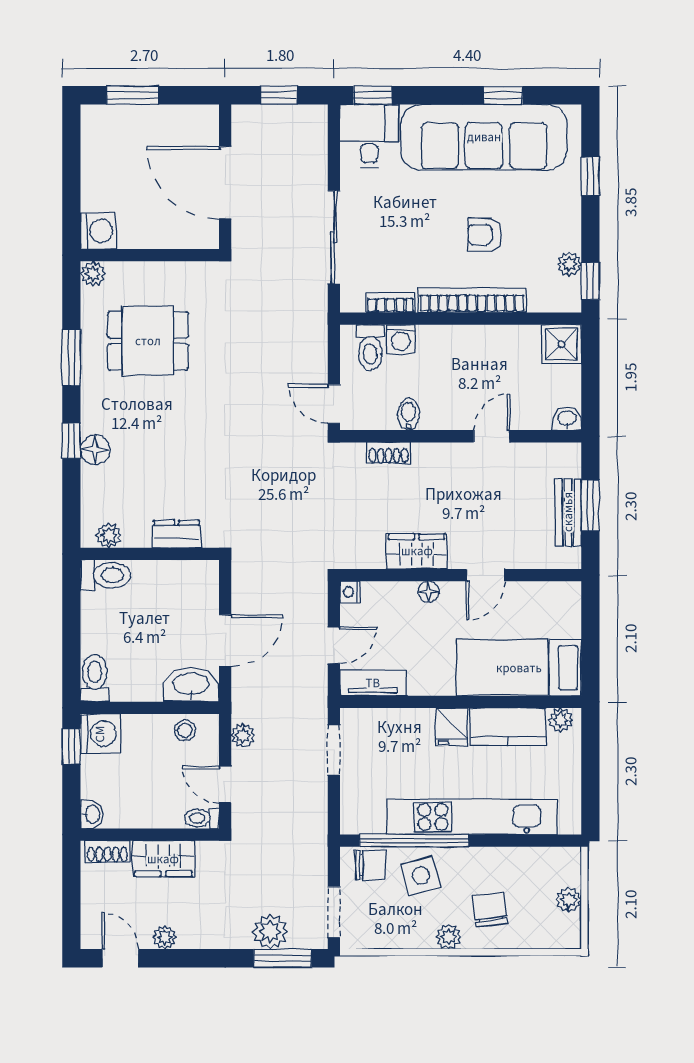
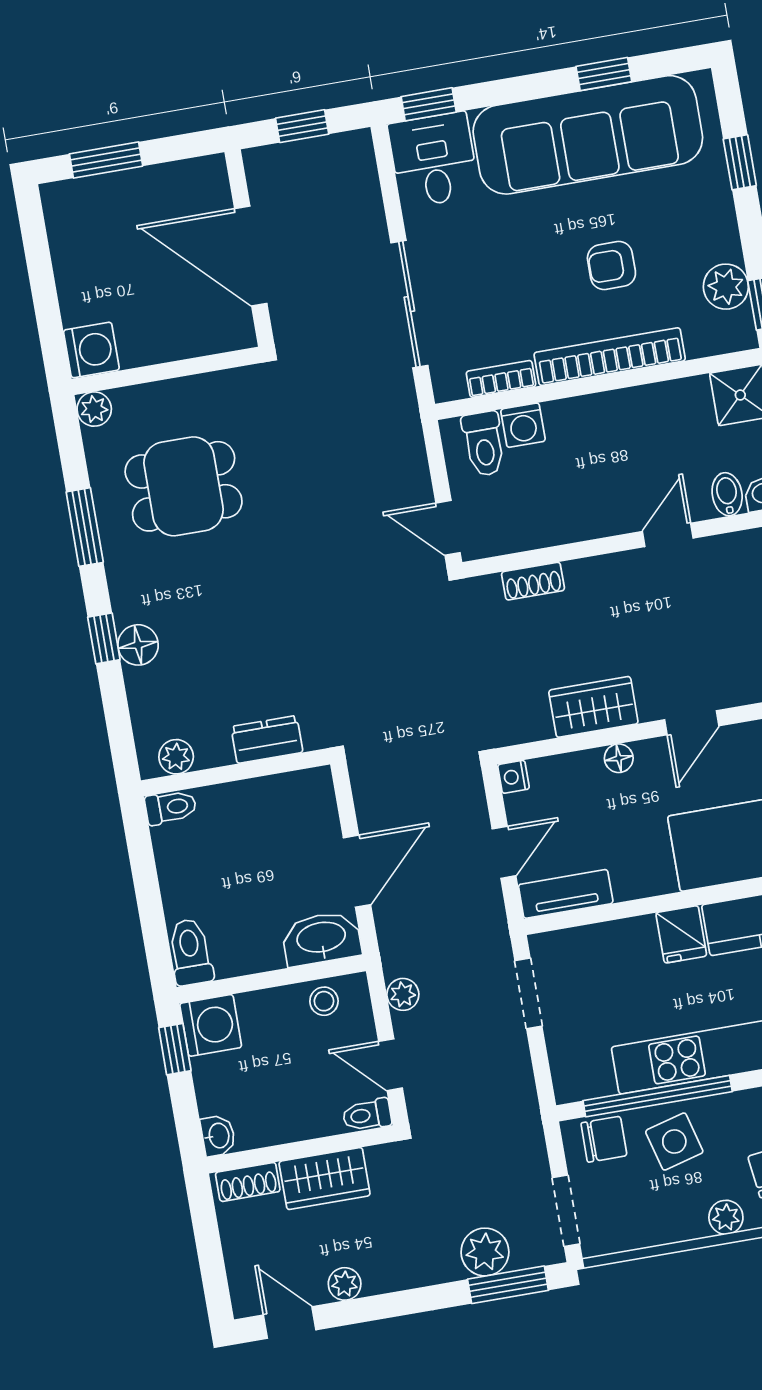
plant: (569, 264) -> (726, 287), width x1.38, depth x1.38
bidet: (408, 414) -> (727, 494), moved
toilet: (105, 575) -> (171, 807), width x0.73, depth x0.72

